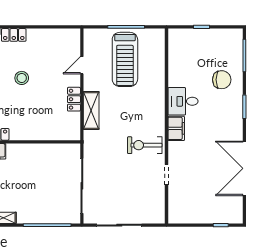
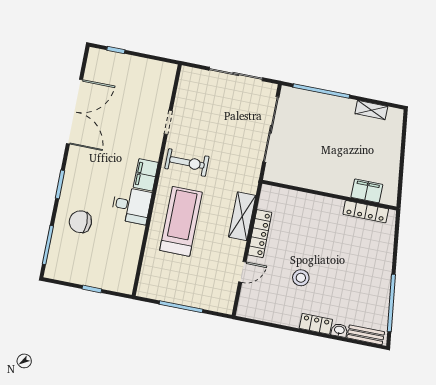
treadmill: (125, 59) -> (181, 221), moved
stool: (22, 78) -> (301, 278), moved
locker: (74, 99) -> (260, 234), width x1.53

